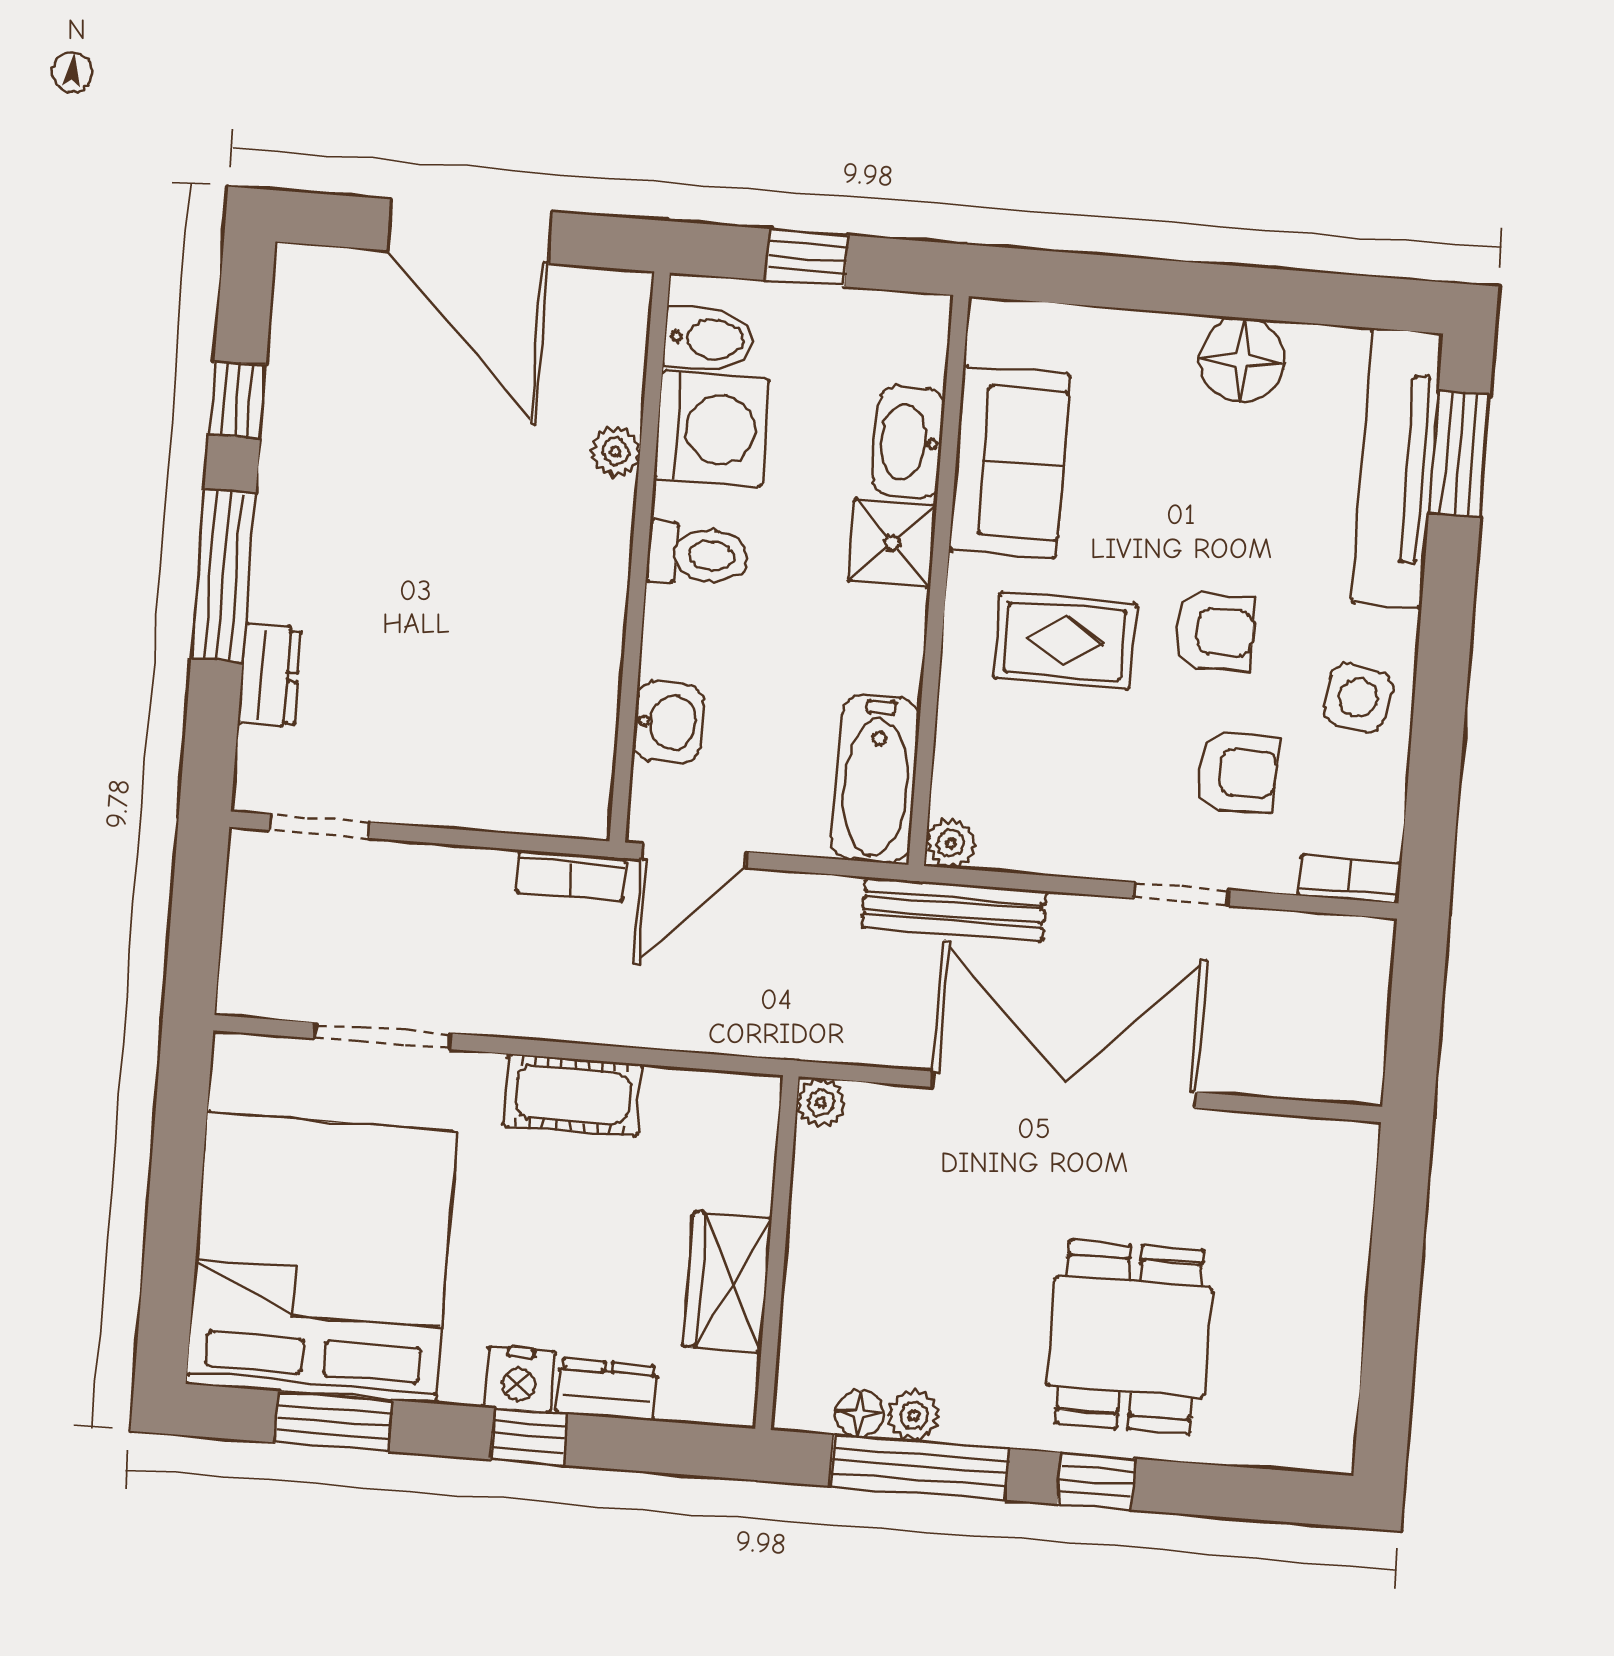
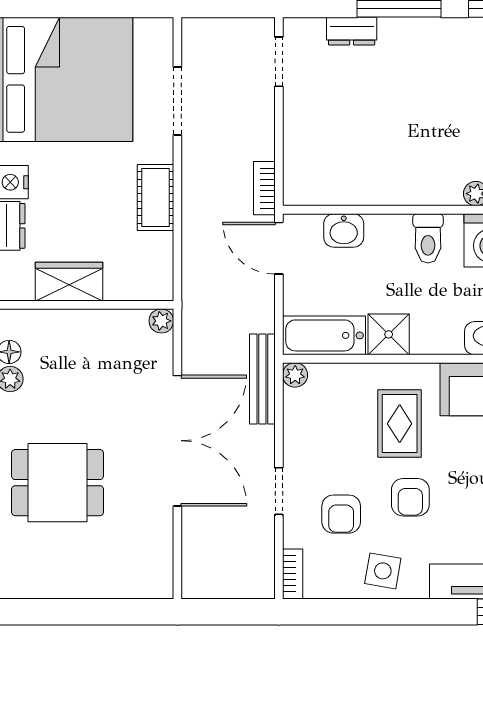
shower: (892, 543) -> (389, 334), moved

